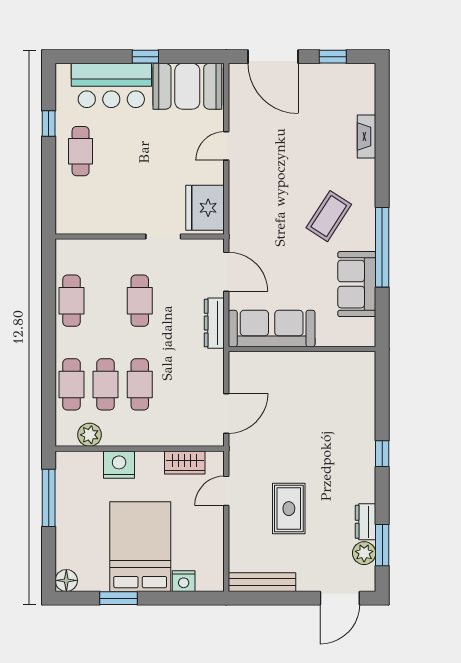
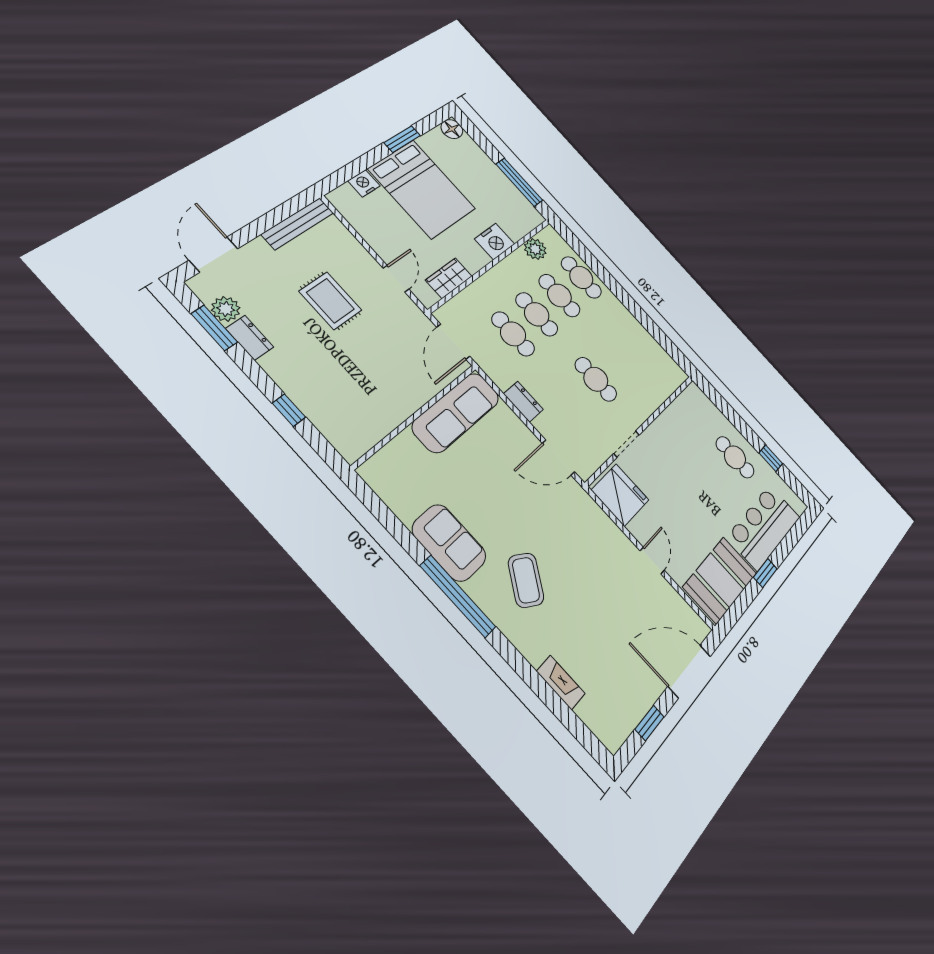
cafe table: (71, 301) -> (513, 334), moved
dresser: (214, 323) -> (523, 402), width x0.70
sofa: (272, 329) -> (456, 412), moved
wall: (302, 349) -> (416, 416), moved

